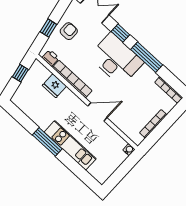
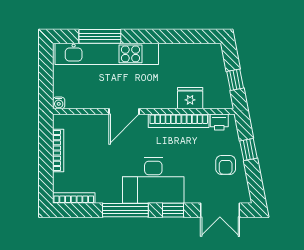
window: (47, 142) -> (100, 36), moved
kitchen unit: (70, 145) -> (107, 54), width x1.36

